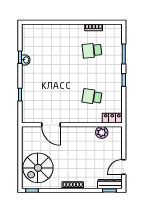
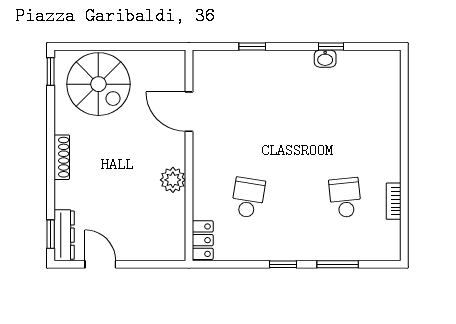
door: (51, 125) -> (189, 112), hinge flipped
plant: (102, 132) -> (173, 180), moved
spiral stairs: (38, 168) -> (98, 84), turned 180

